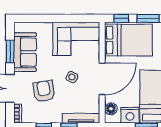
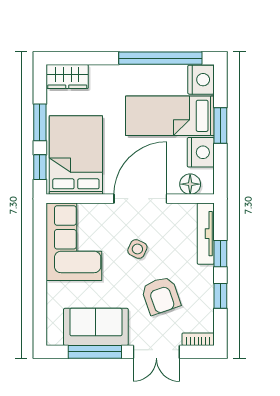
window: (10, 51) -> (95, 352), width x1.44
door: (102, 79) -> (140, 199), hinge flipped
armchair: (44, 91) -> (161, 296), turned -100

